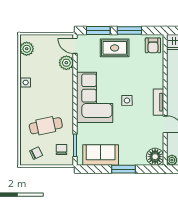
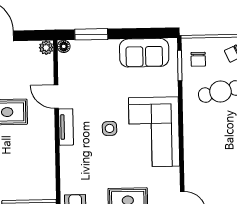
plant: (66, 63) -> (194, 179), removed
floor lamp: (155, 157) -> (64, 46), width x0.53, depth x0.53
window: (123, 169) -> (91, 34), moved

